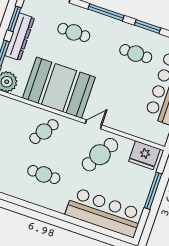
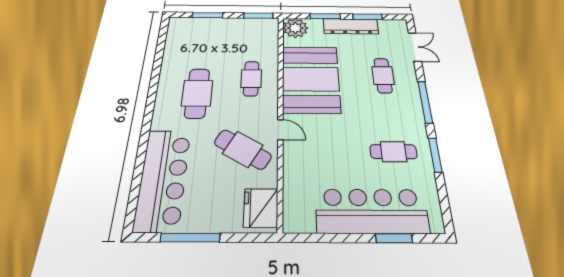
cafe table: (136, 54) -> (393, 152), turned 90
cafe table: (44, 132) -> (251, 79), turned 56
cafe table: (44, 174) -> (197, 93), width x1.37, depth x1.35
window: (153, 191) -> (190, 238), moved

